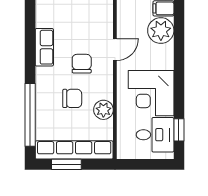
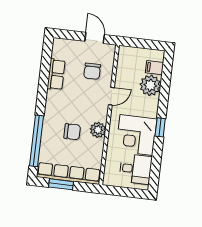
row of seats: (44, 47) -> (56, 74), moved
chair: (82, 64) -> (92, 71), moved, turned 180
plant: (103, 110) -> (98, 130), moved
window: (179, 130) -> (160, 127), moved

